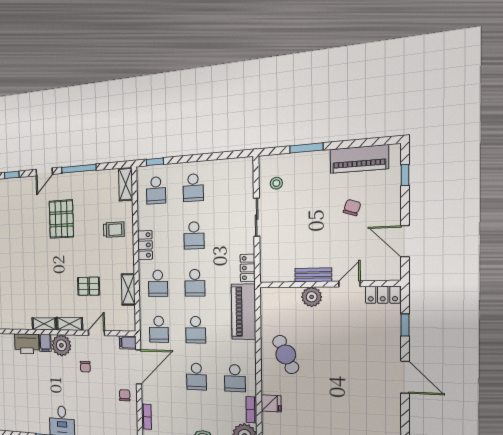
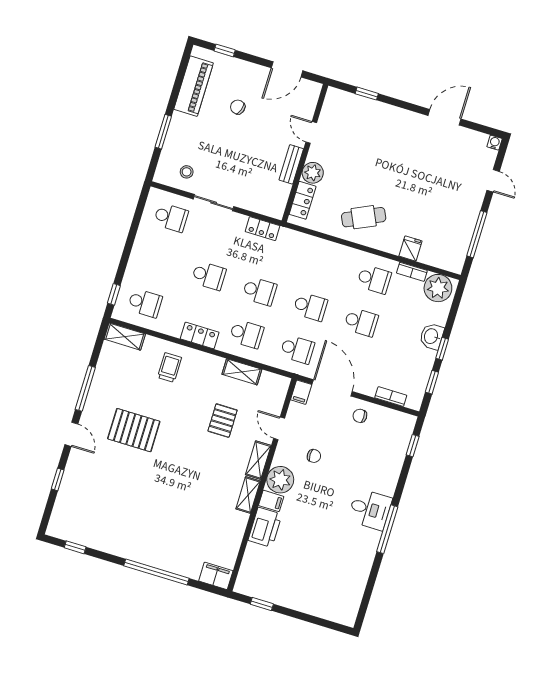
school desk: (193, 188) -> (171, 218), moved
locker: (383, 295) -> (303, 200), moved
piano: (243, 312) -> (307, 248), removed
door: (405, 377) -> (445, 117), moved

